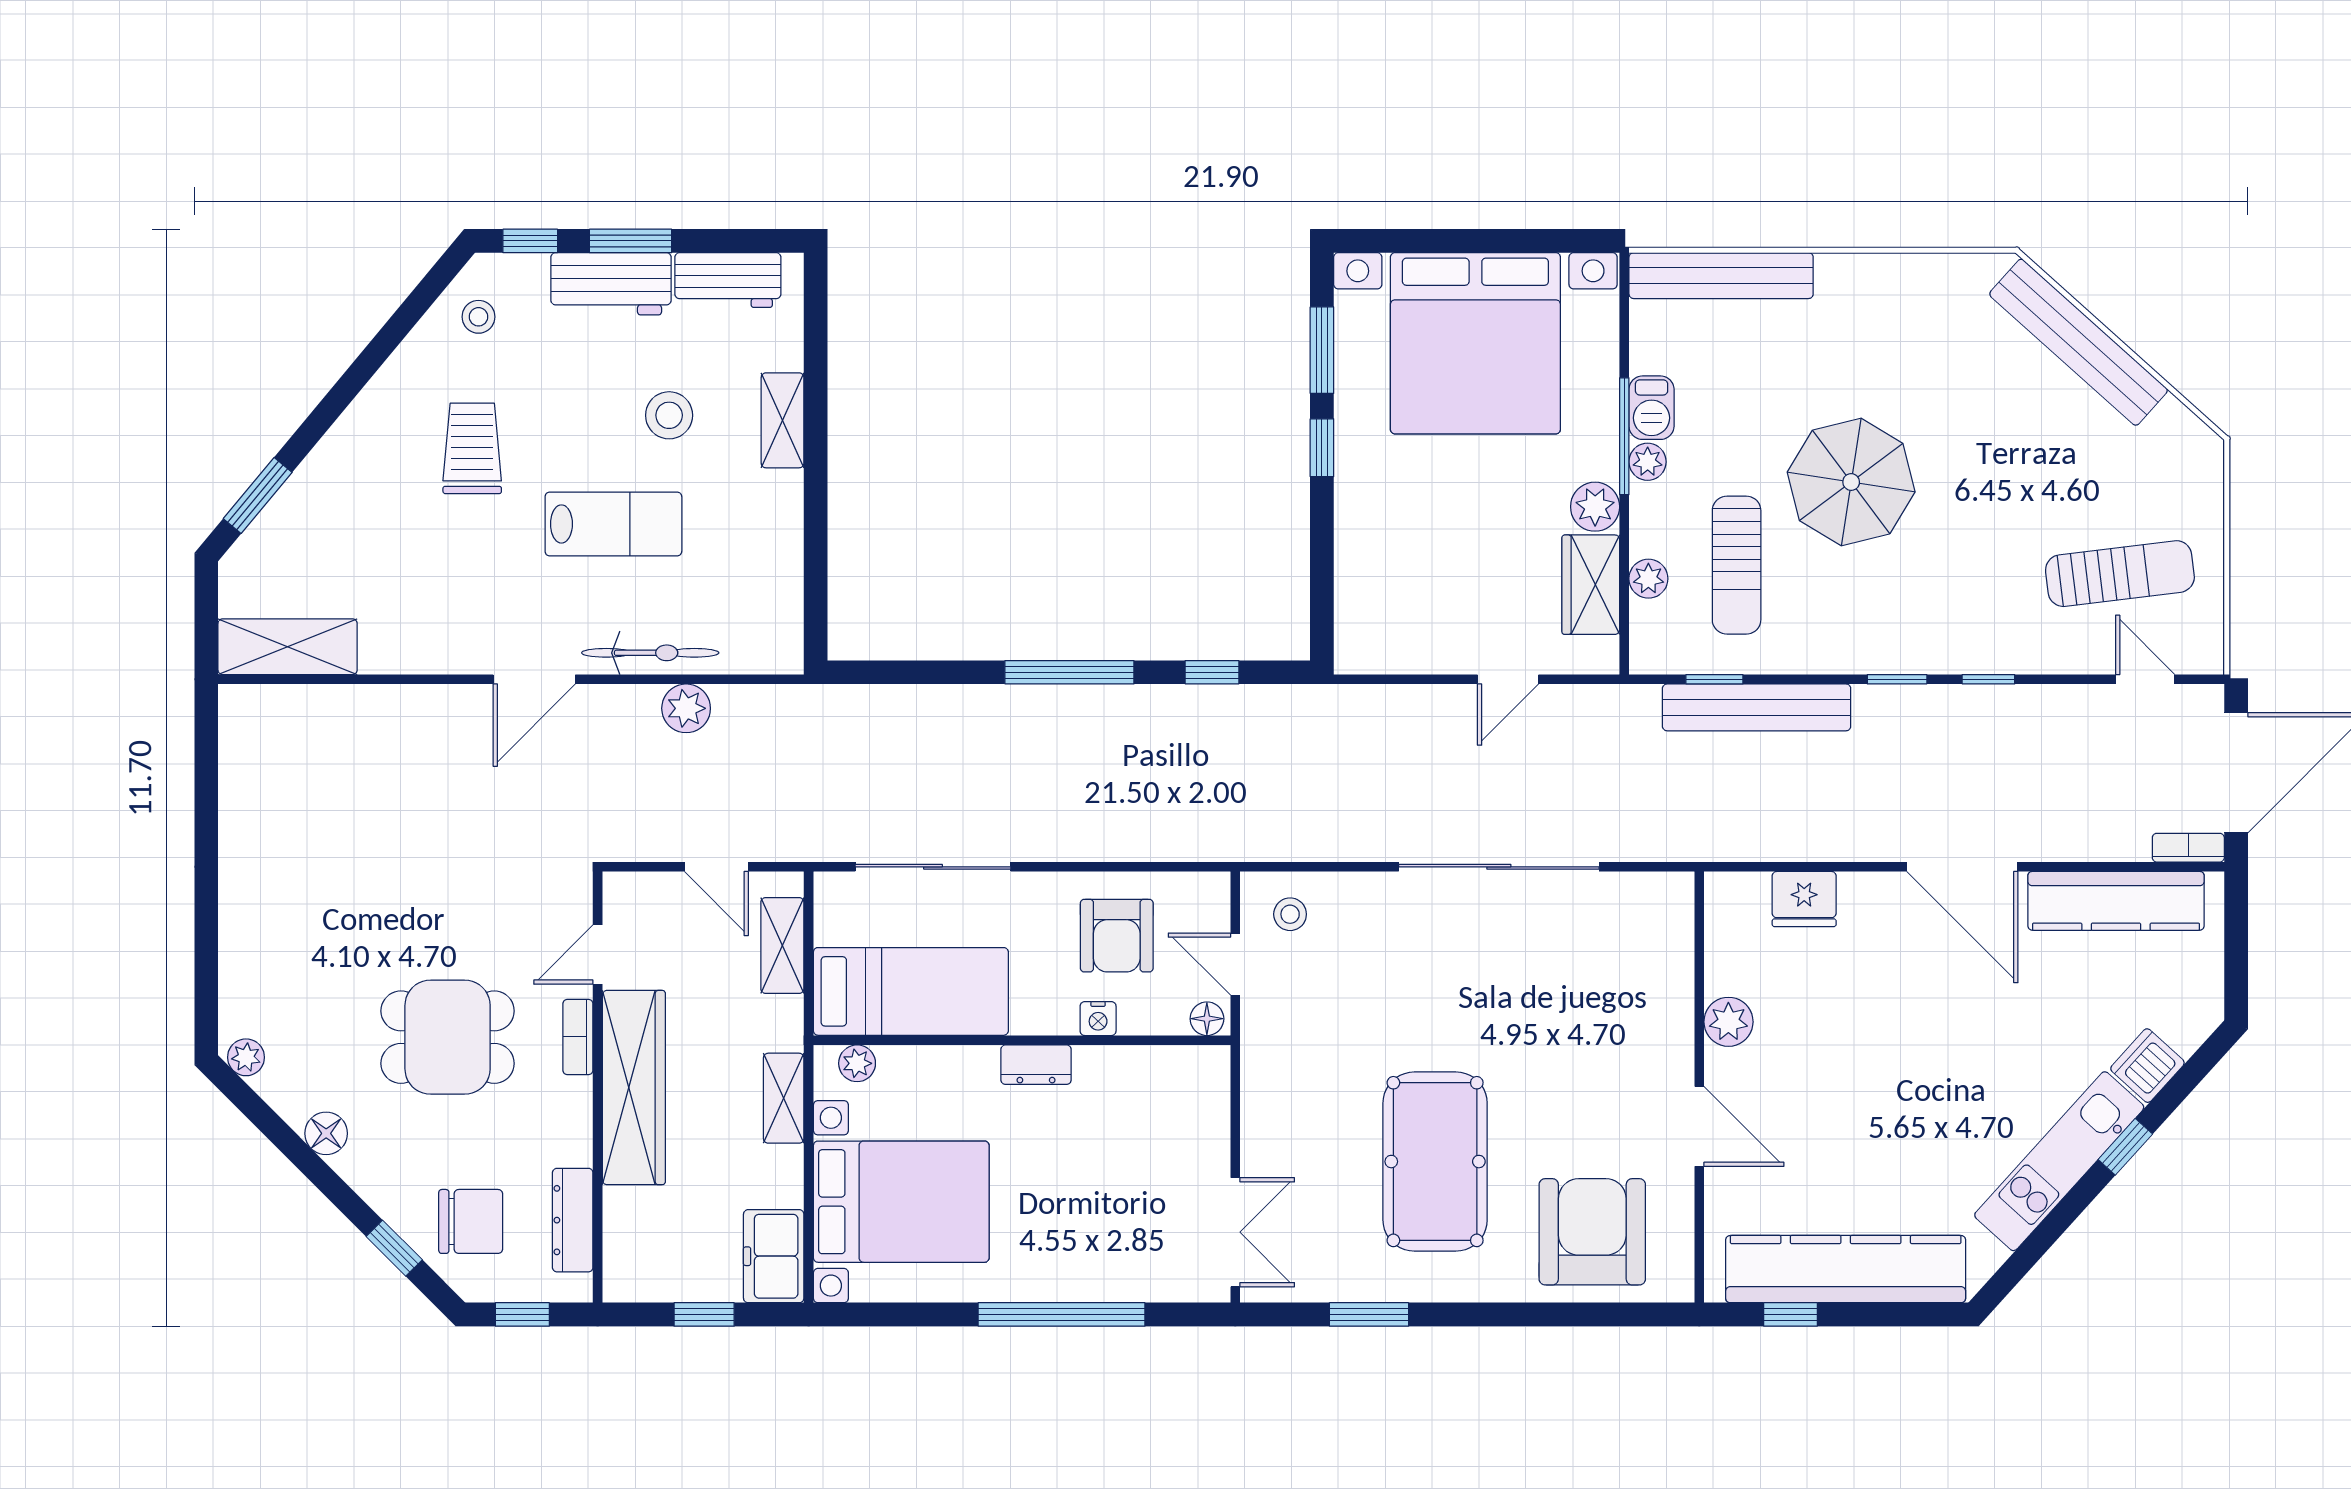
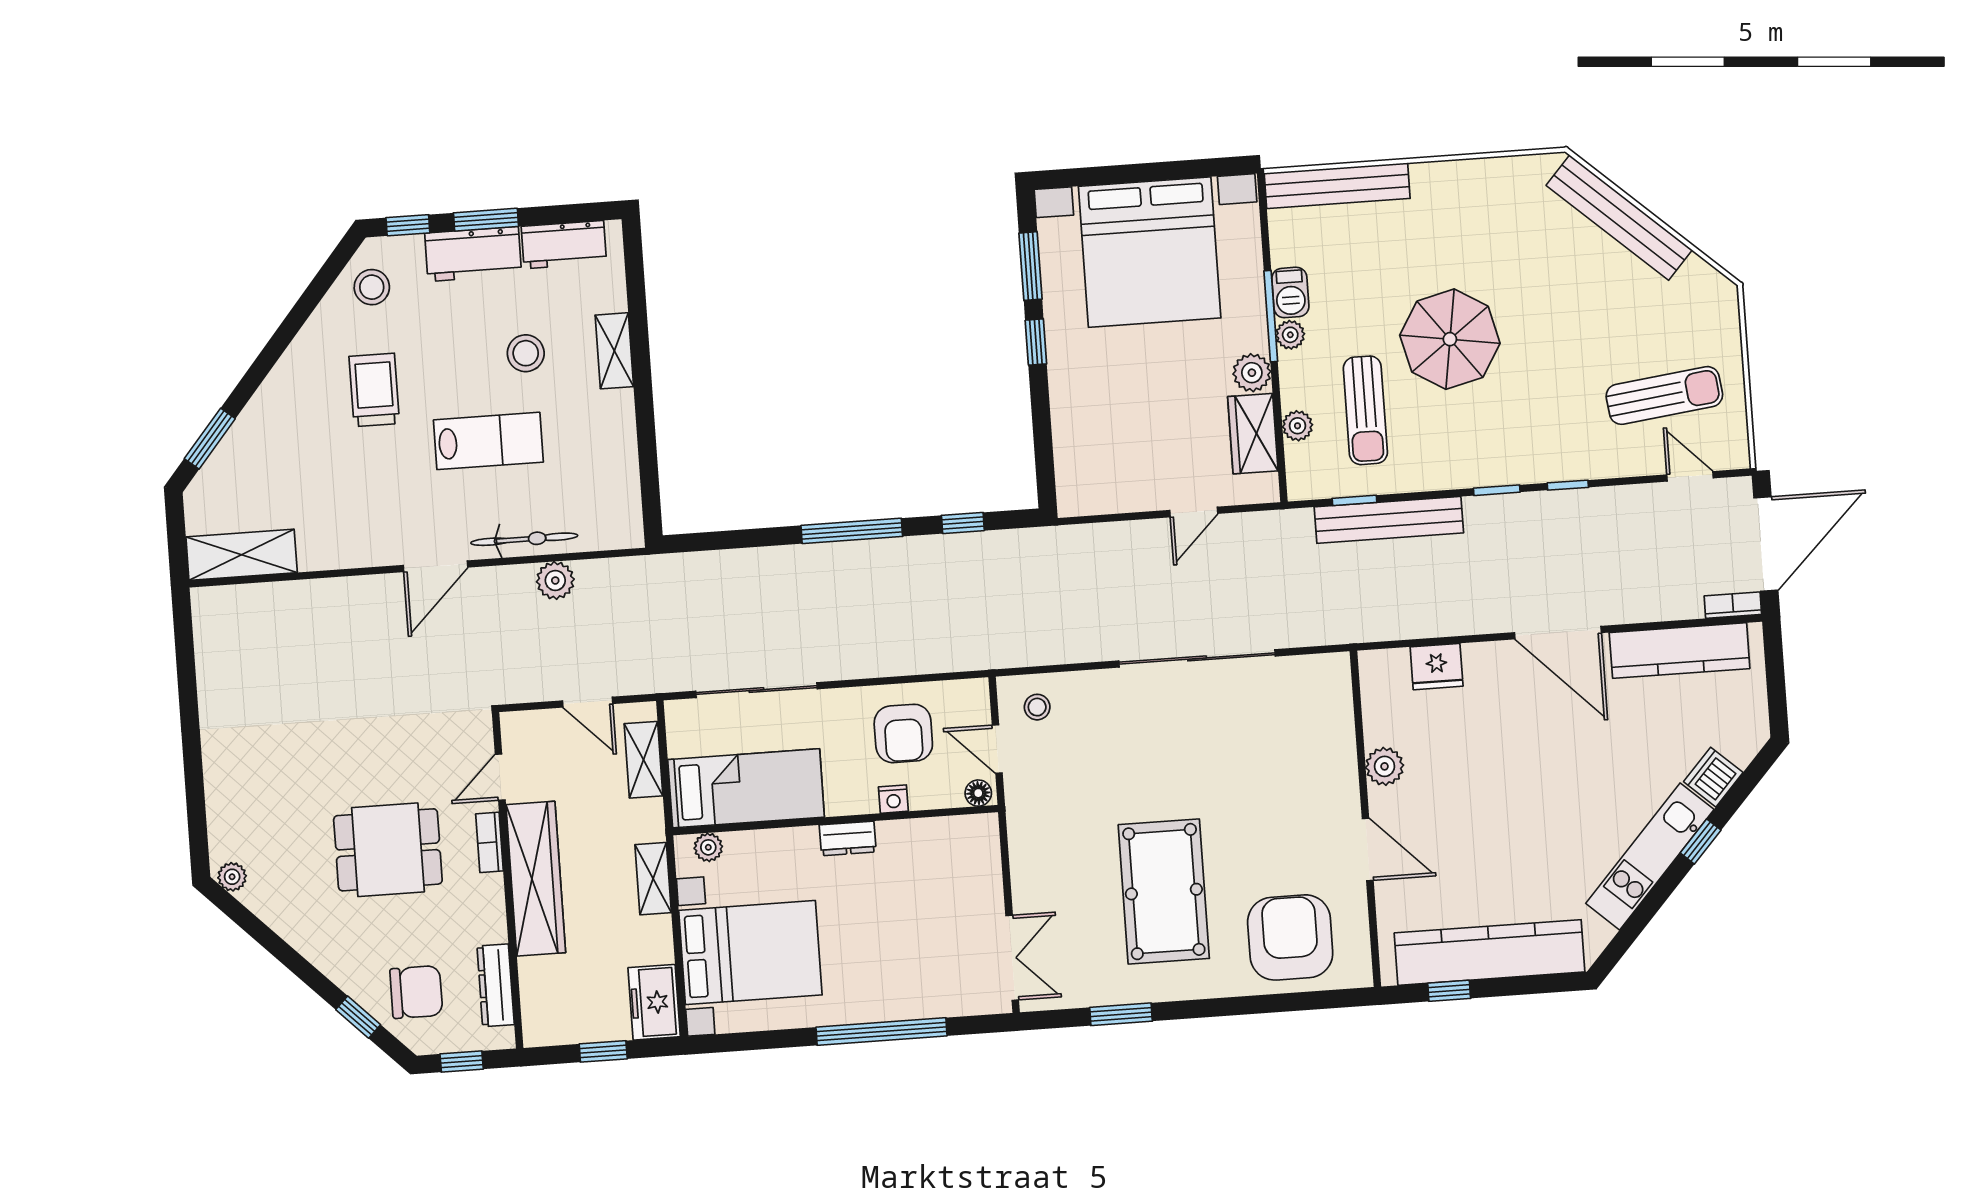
stool: (479, 317) -> (372, 287), width x1.37, depth x1.37
floor lamp: (326, 1133) -> (299, 932), removed

